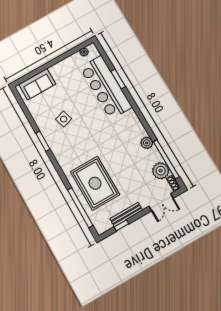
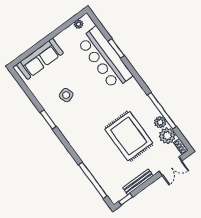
sofa: (37, 84) -> (40, 59), width x1.36
plant: (147, 143) -> (160, 122), moved
window: (166, 159) -> (162, 111), moved
rug: (95, 183) -> (129, 136), moved
window: (121, 225) -> (126, 199), moved

